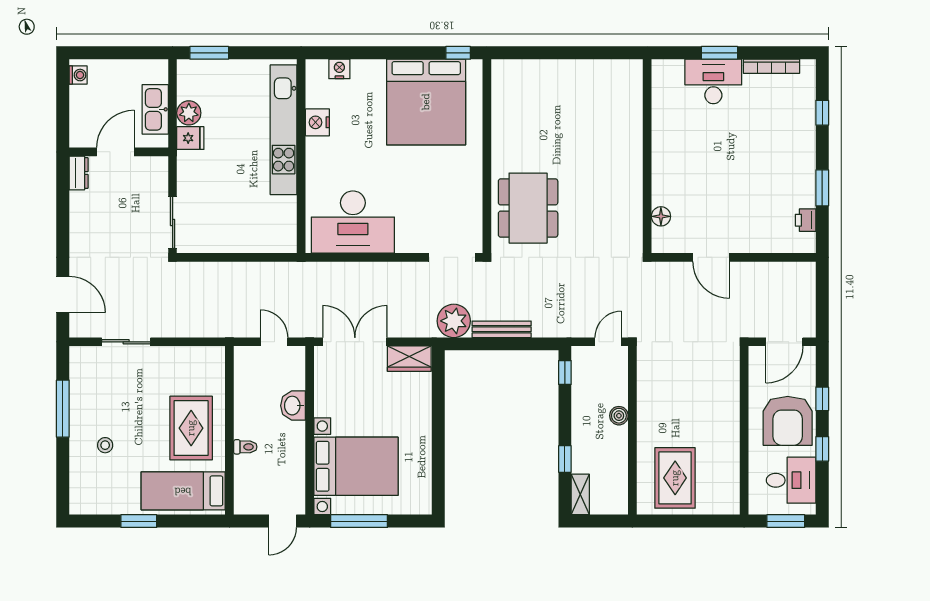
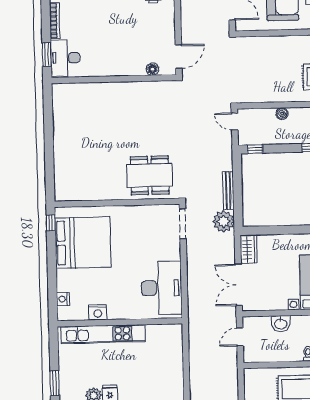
wall: (647, 156) -> (114, 79), moved
floor lamp: (661, 216) -> (152, 69), moved

